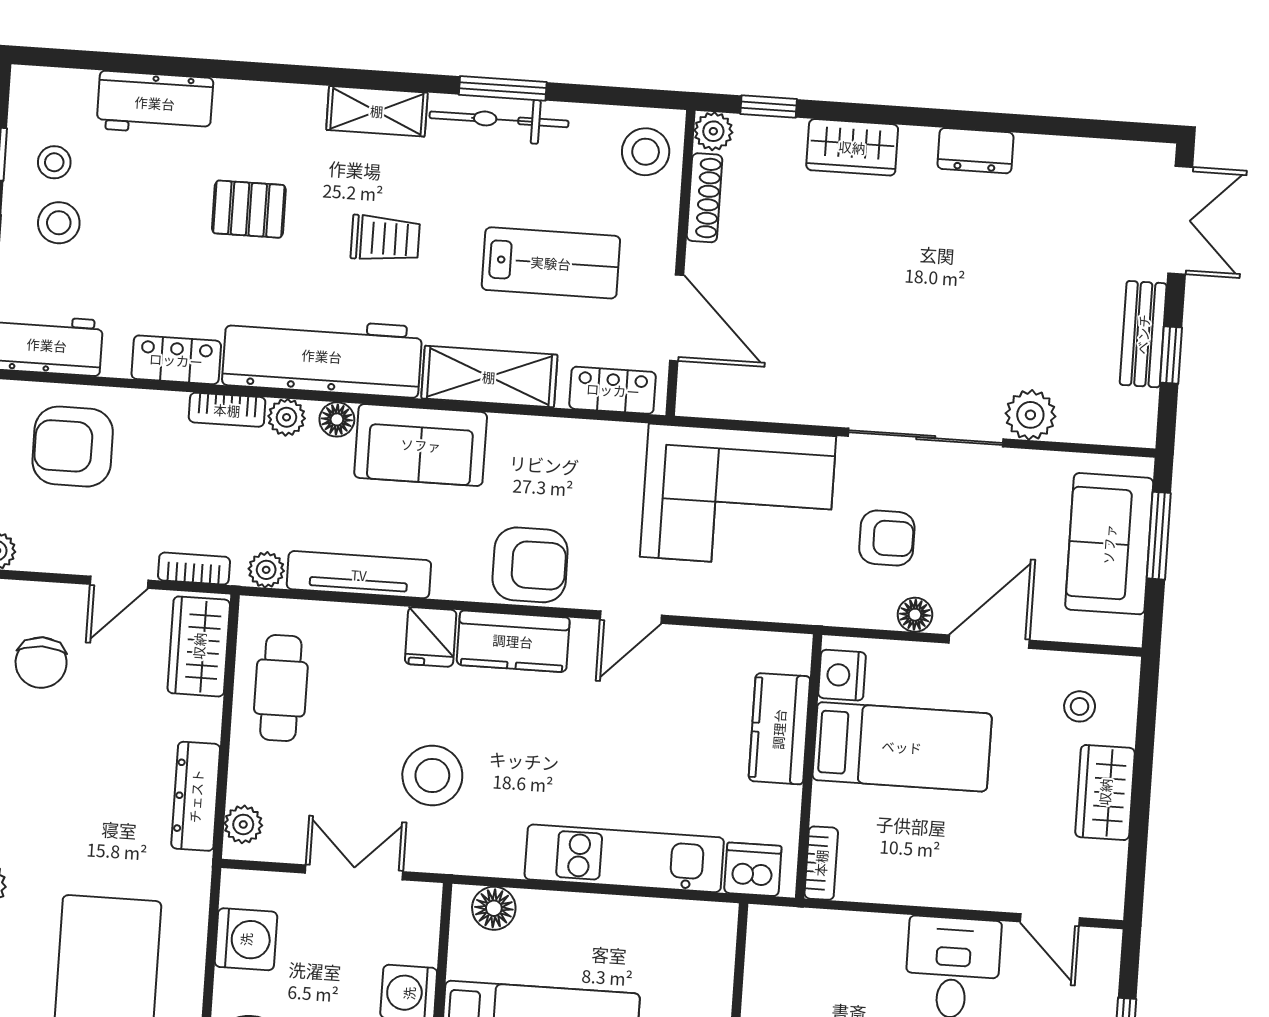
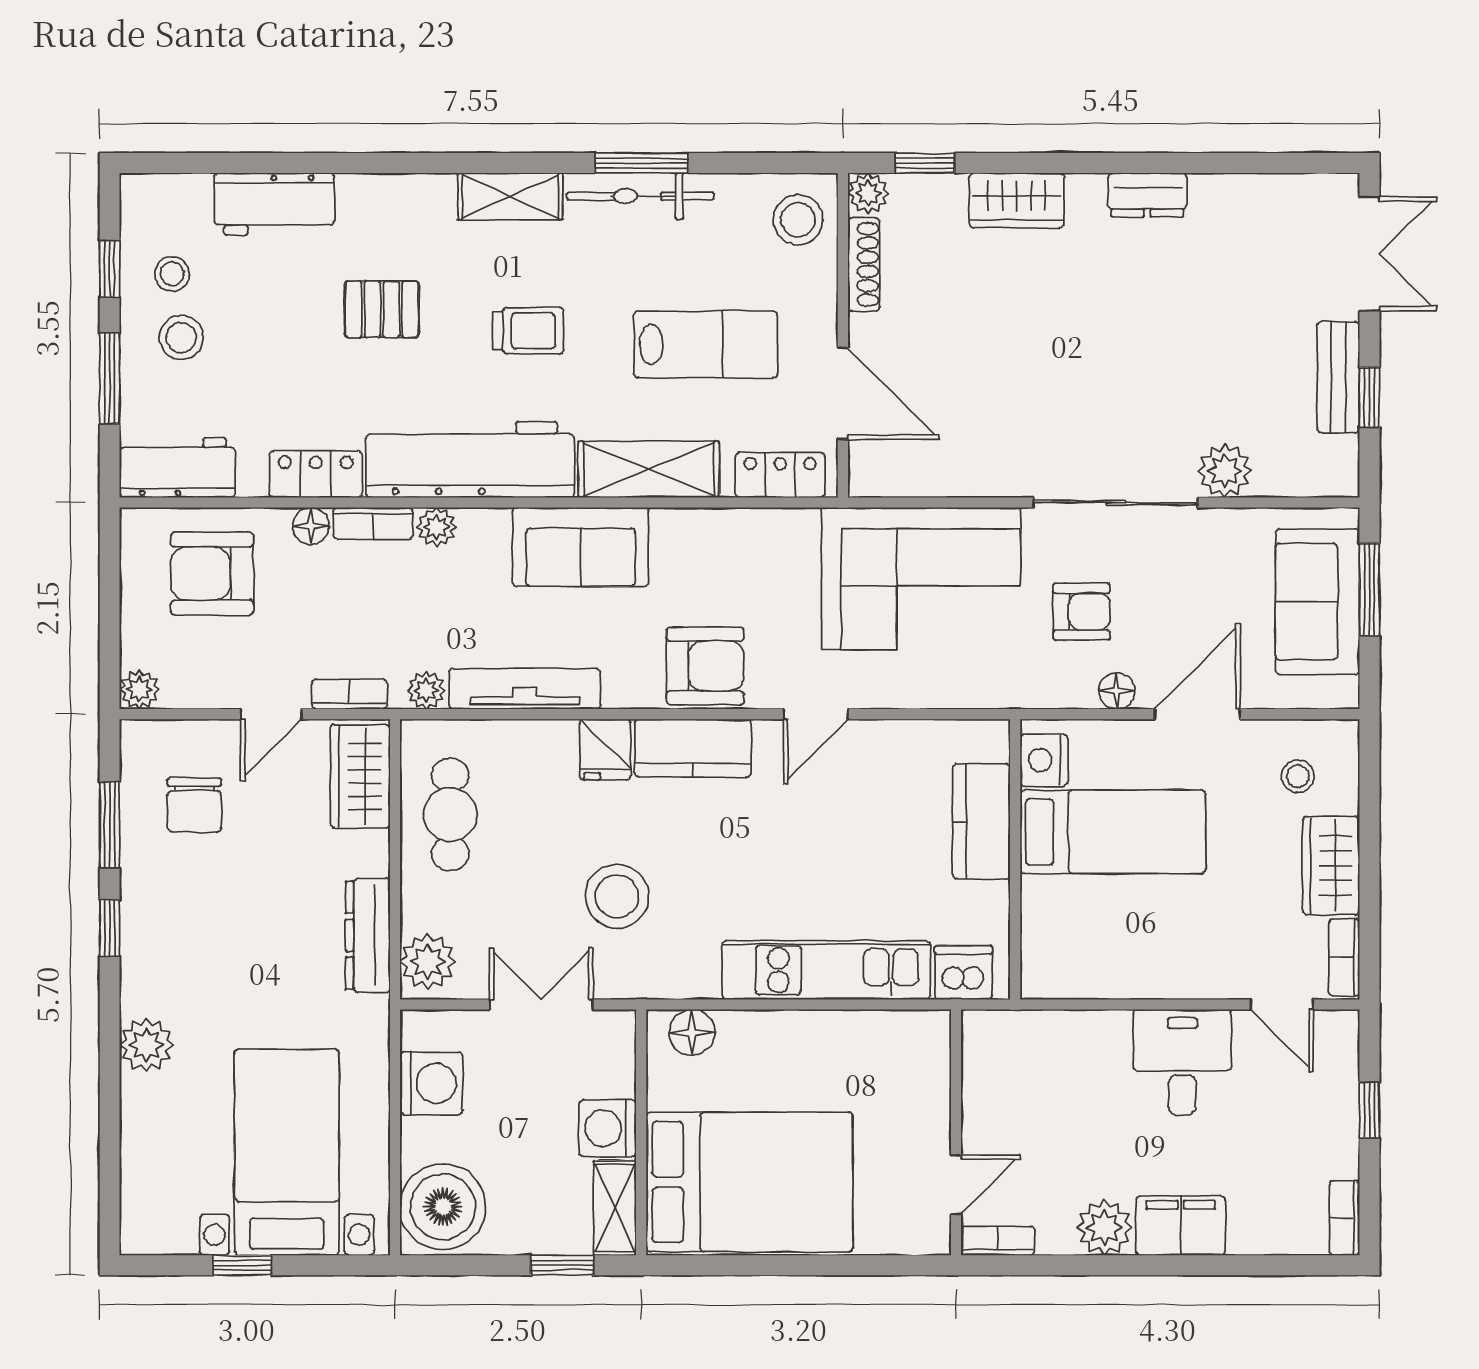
floor lamp: (337, 419) -> (311, 526), moved
plant: (243, 824) -> (428, 962), width x1.38, depth x1.38
bookcase: (821, 863) -> (1344, 957), moved, turned 180

